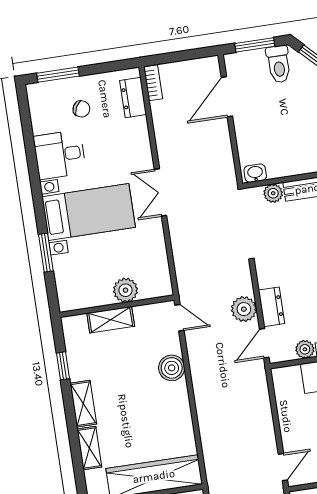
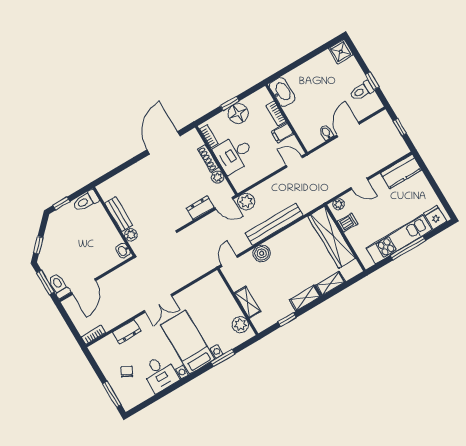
toilet: (279, 64) -> (59, 286), moved, turned -90
door: (227, 97) -> (84, 287), hinge flipped
dresser: (133, 98) -> (127, 332), moved
plant: (126, 290) -> (240, 325), moved
plant: (244, 309) -> (246, 202), moved
bench: (206, 402) -> (274, 224), added

